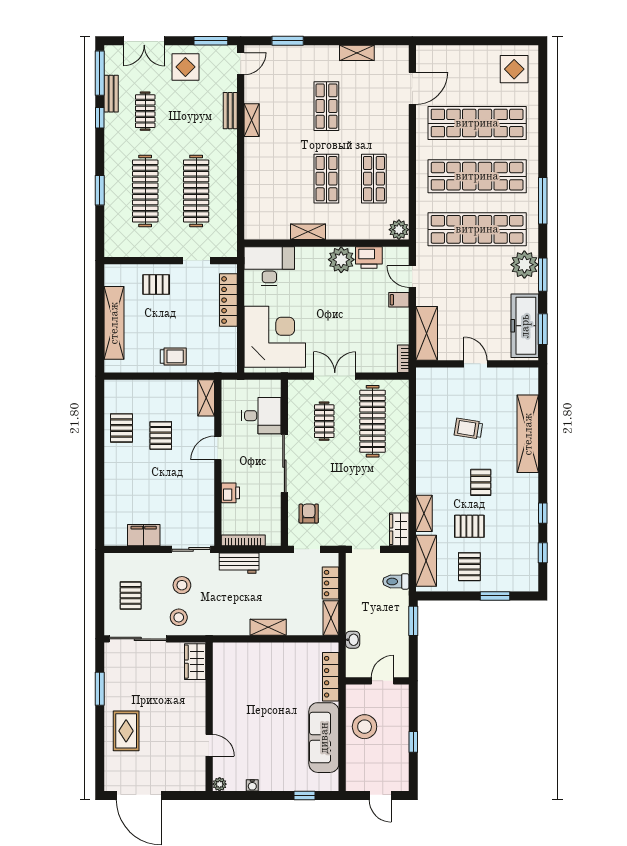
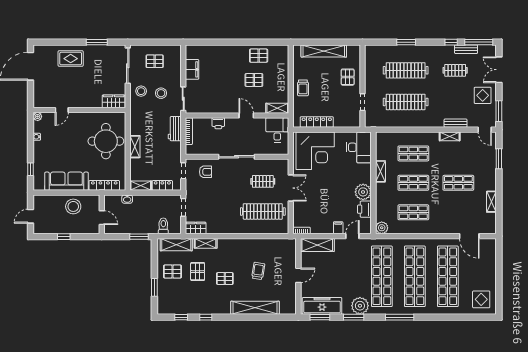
shop shelf: (279, 179) -> (413, 153), added
locker: (228, 300) -> (317, 122), moved
desk: (261, 416) -> (277, 130), moved, turned 180
round table: (259, 674) -> (106, 141), added

